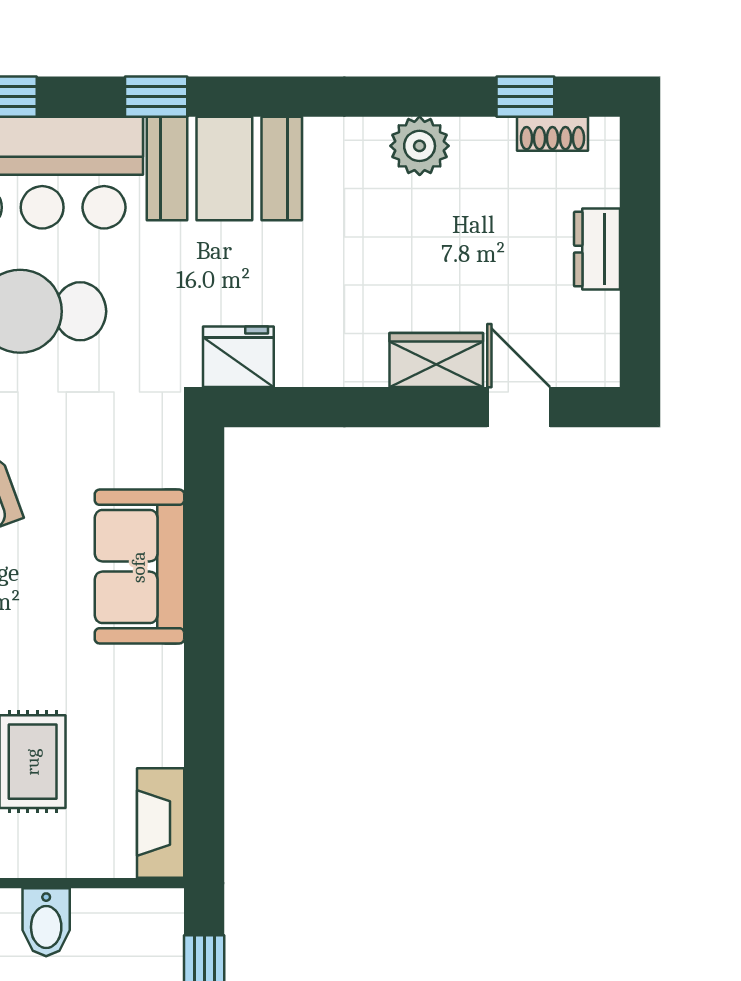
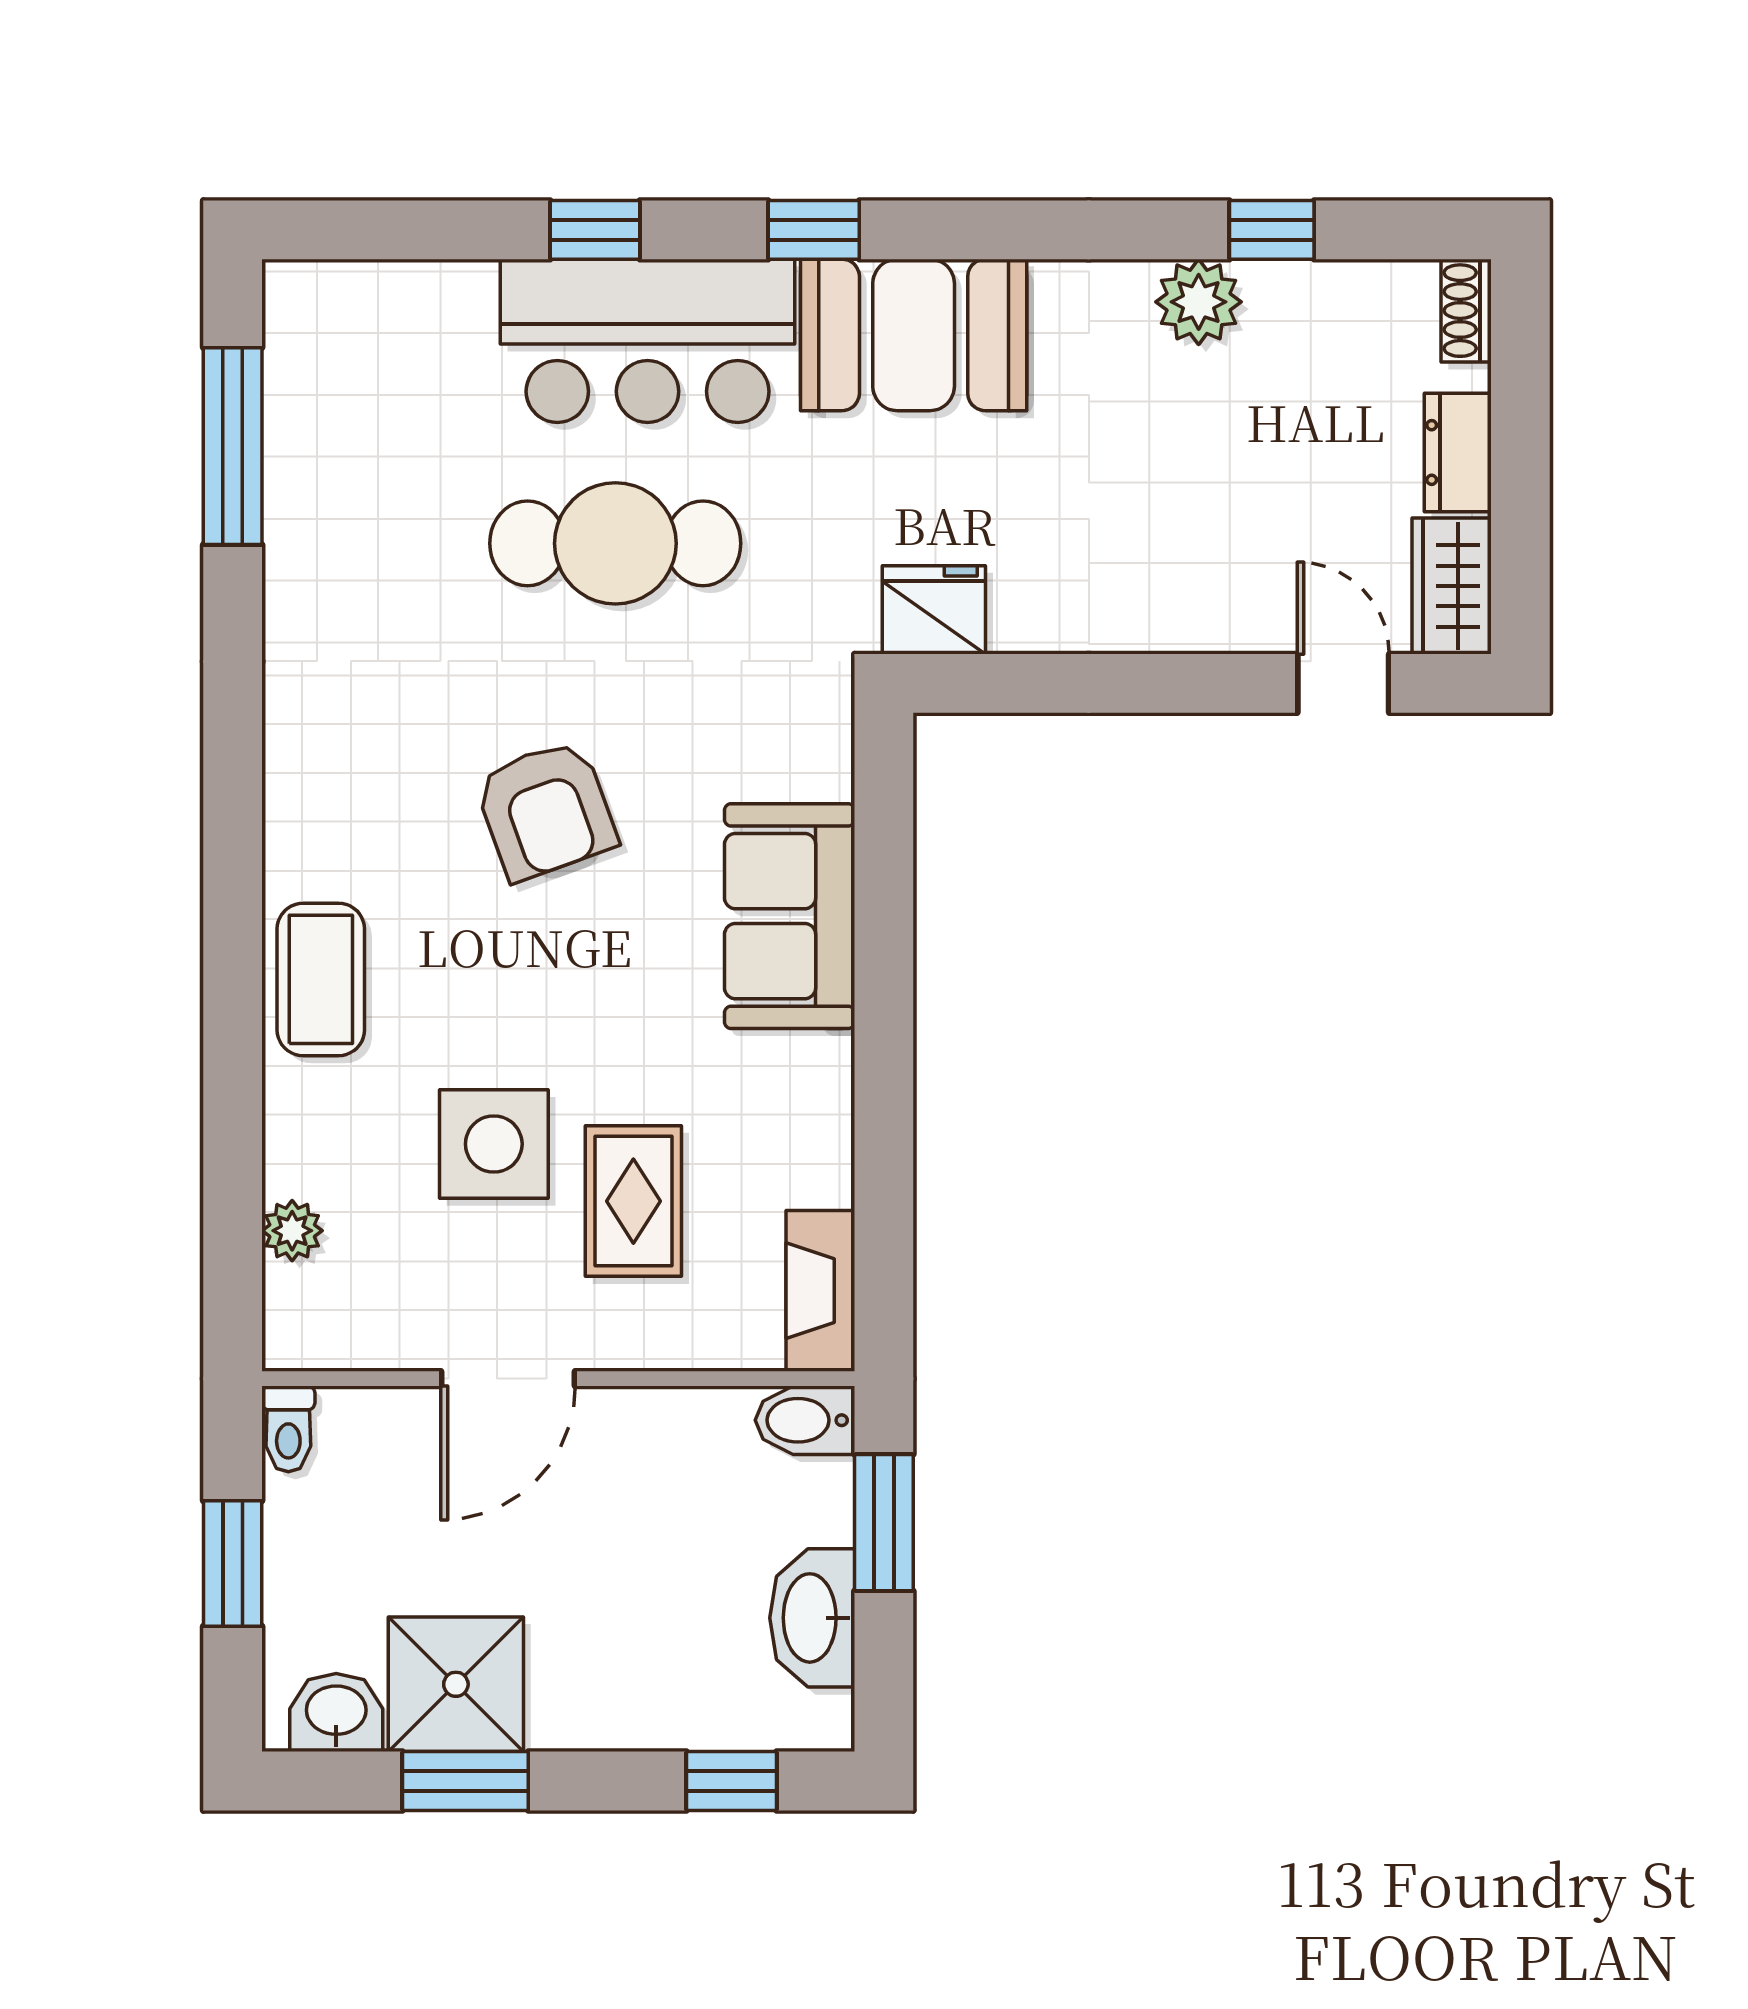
window: (525, 97) -> (1272, 230), moved
shoe rack: (552, 134) -> (1466, 311), moved, turned 90
wardrobe: (436, 360) -> (1452, 586), moved, turned -90
bidet: (46, 922) -> (805, 1420), moved, turned 90

